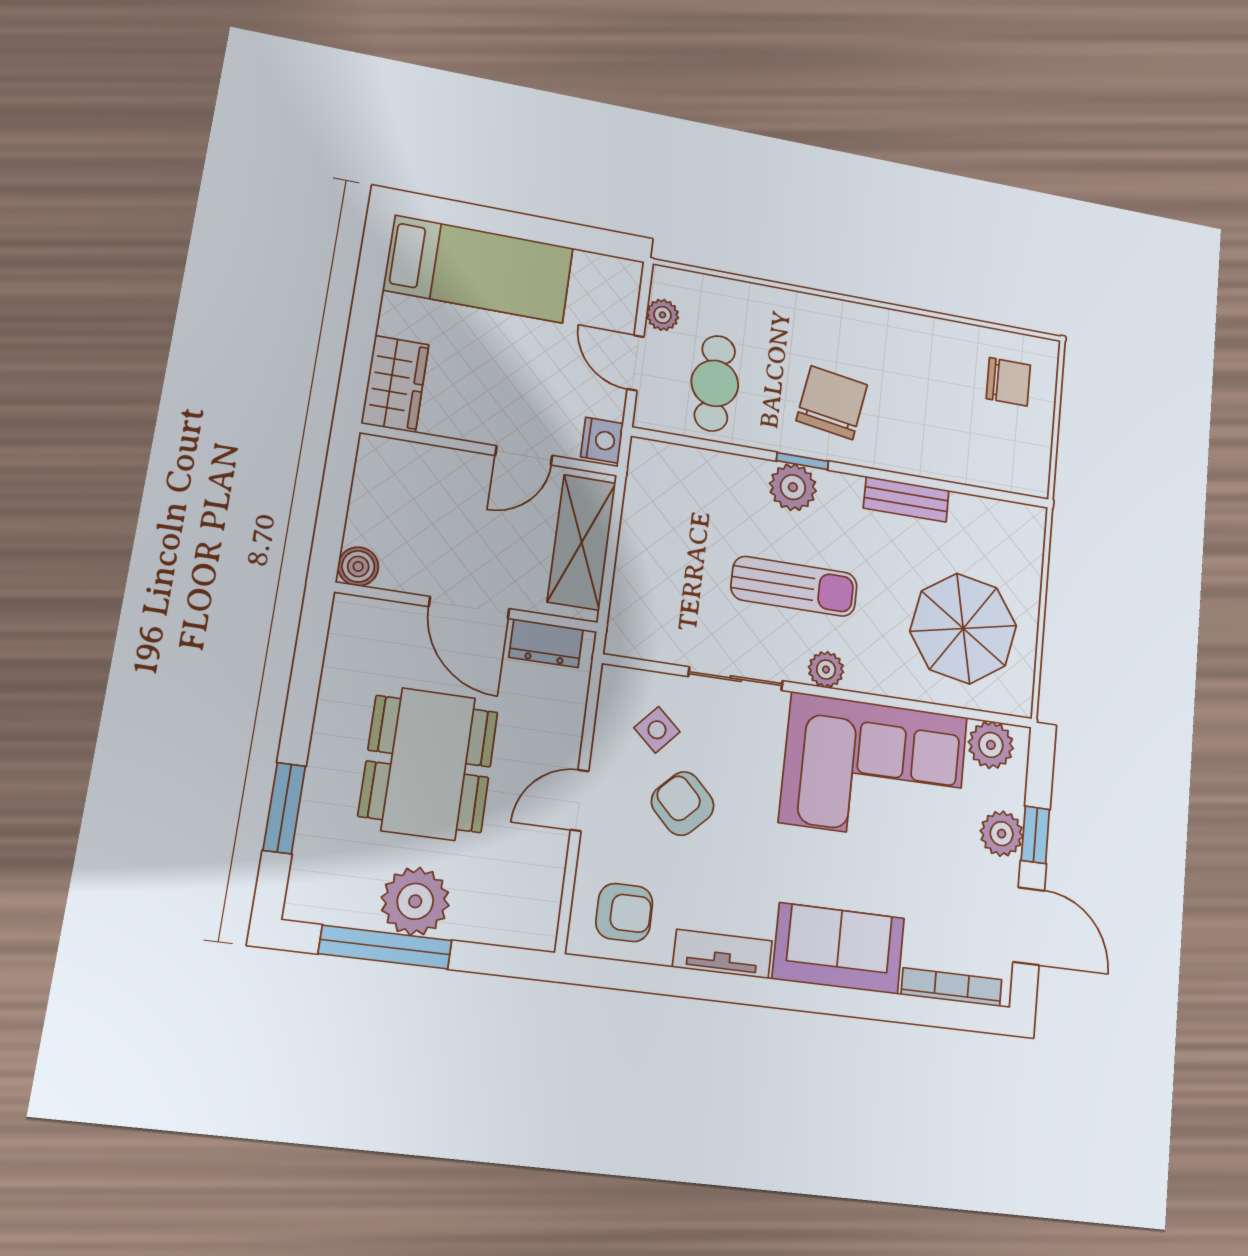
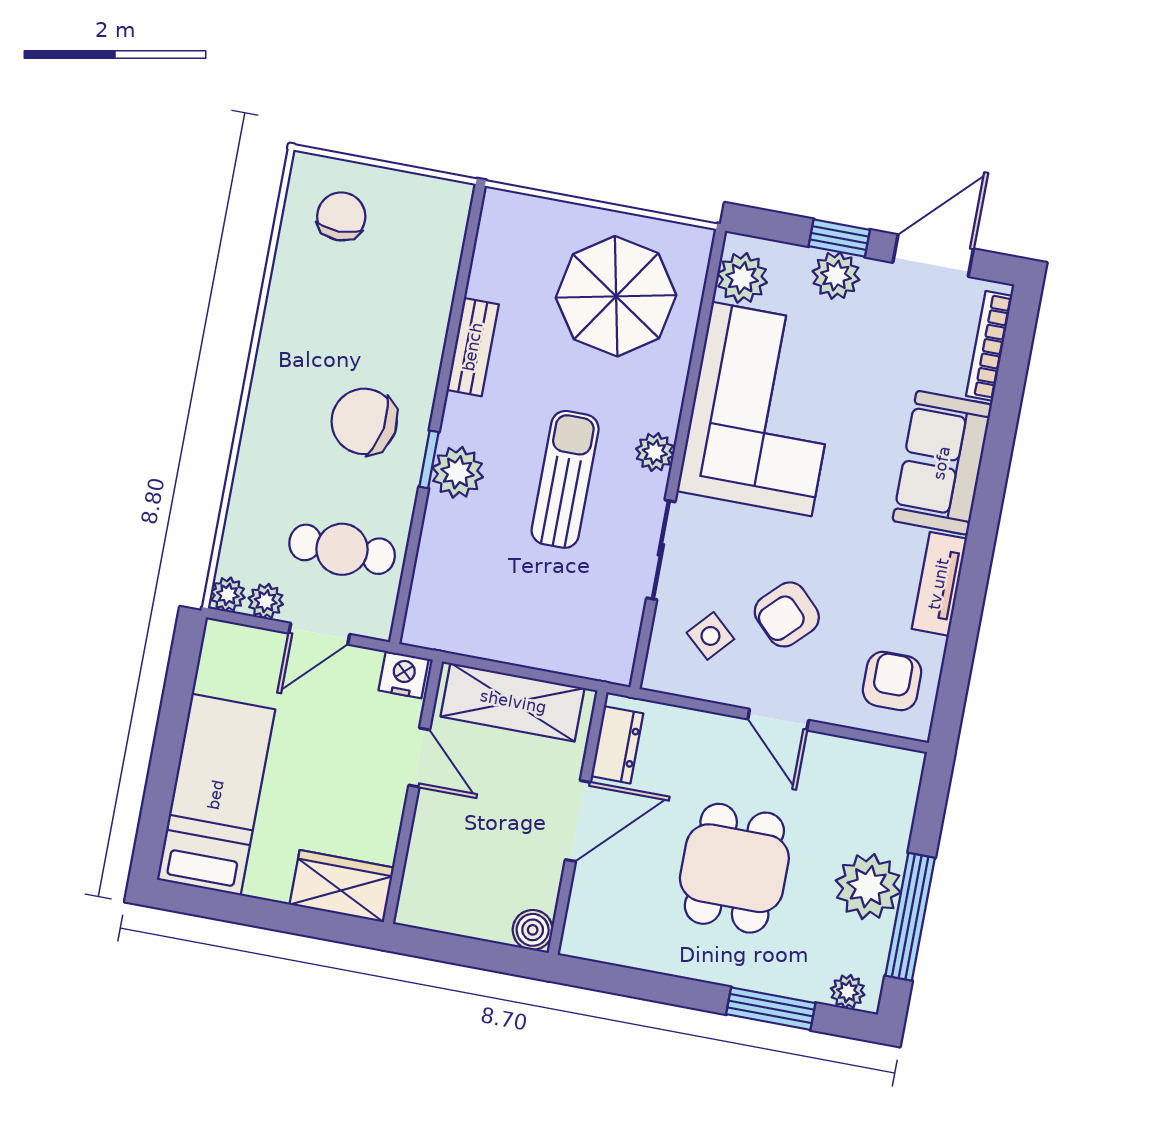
plant: (666, 281) -> (228, 594), added
dining table: (428, 764) -> (734, 868), width x0.73
plant: (304, 887) -> (848, 992), added

